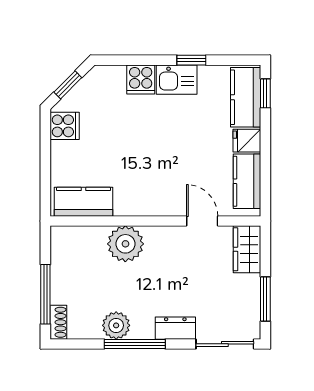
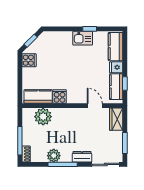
cooker: (141, 80) -> (60, 96), moved, turned 180
window: (265, 93) -> (125, 84), moved
plant: (125, 244) -> (43, 117), moved

